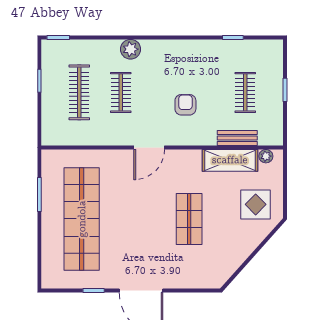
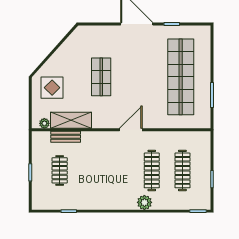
clothes rail: (121, 92) -> (152, 170), width x1.36
armchair: (185, 105) -> (104, 161), removed

